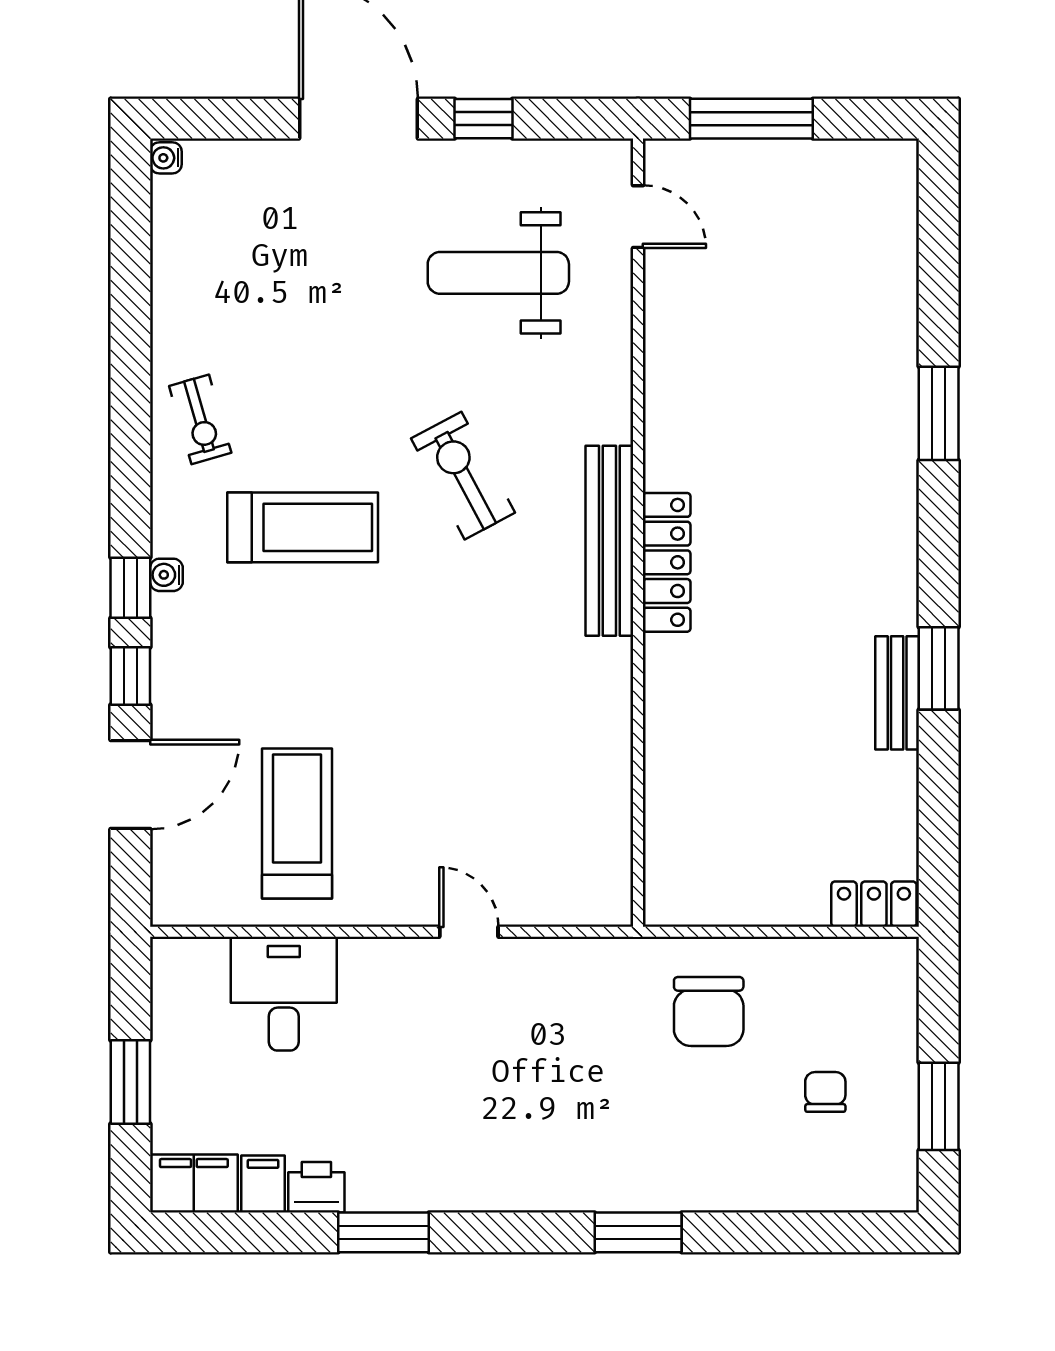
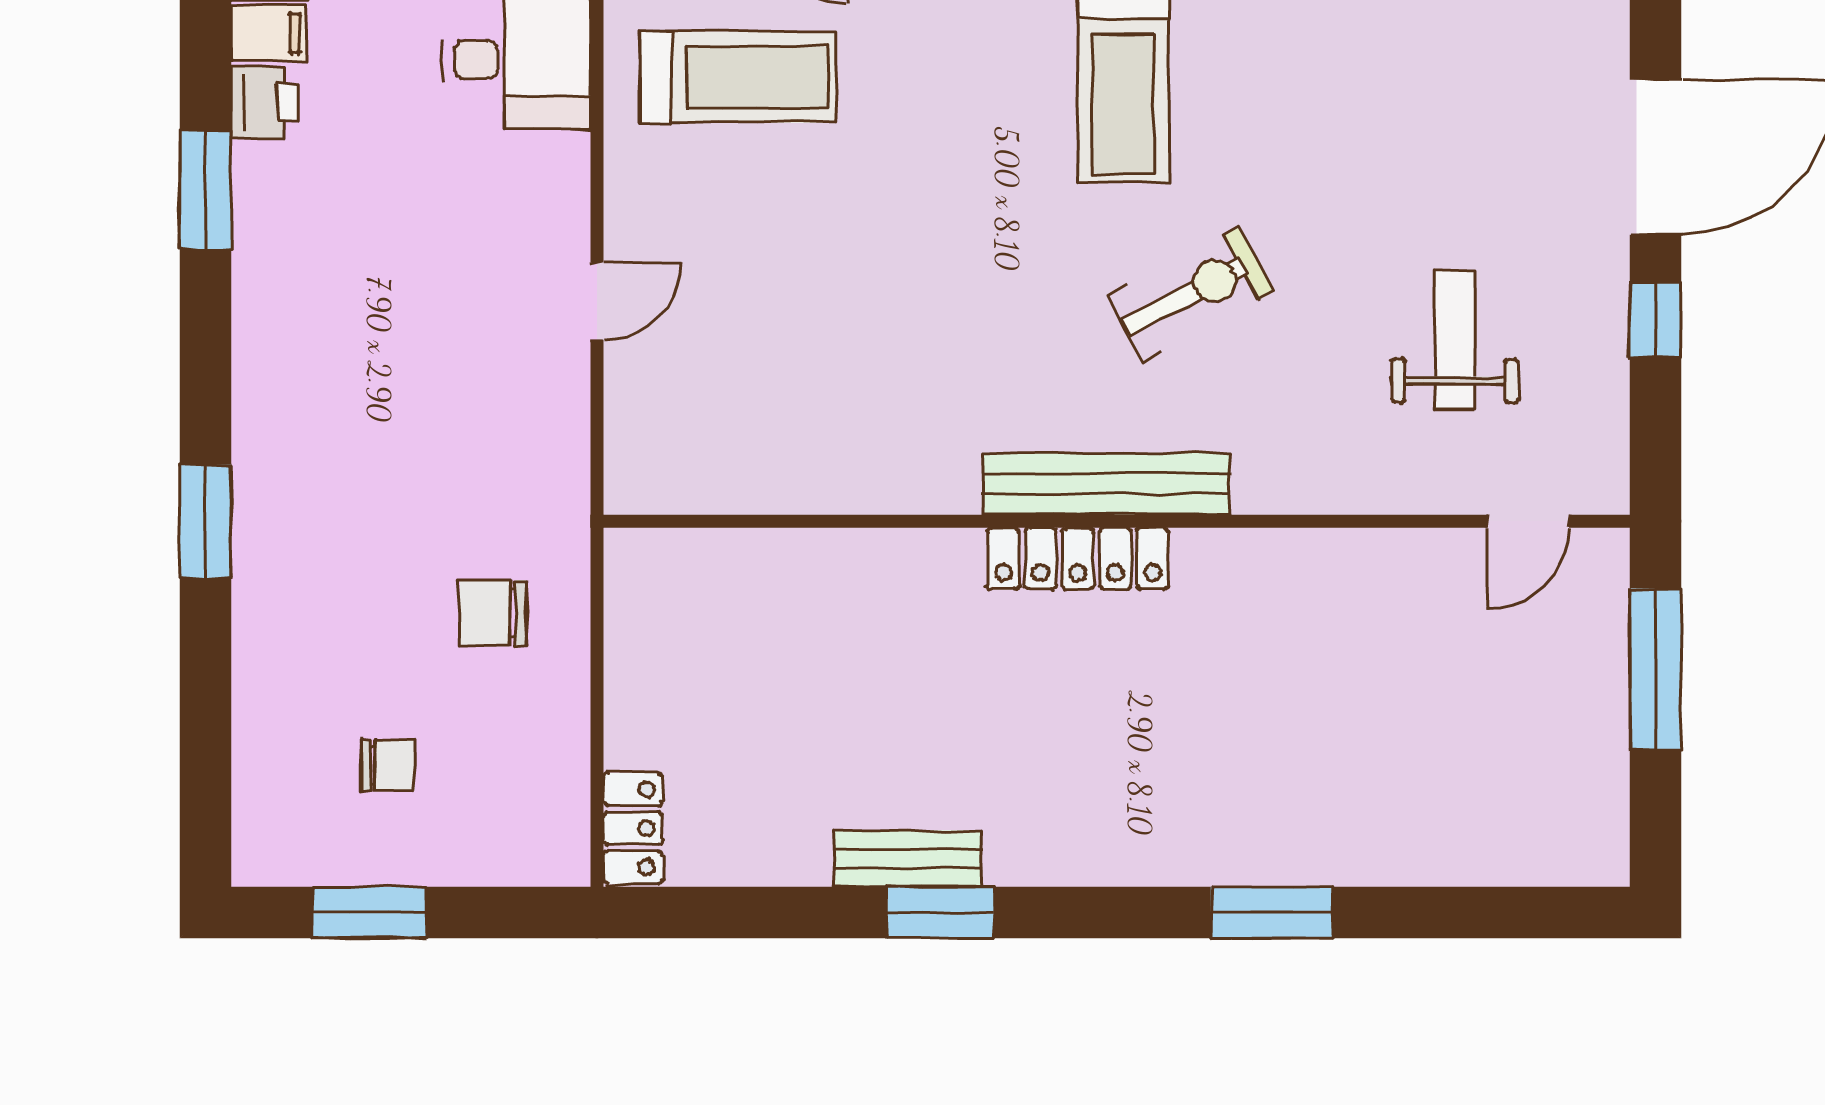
weight bench: (498, 273) -> (1455, 339), width x0.73, depth x0.75
chair: (709, 1012) -> (493, 613), width x0.73, depth x0.73

